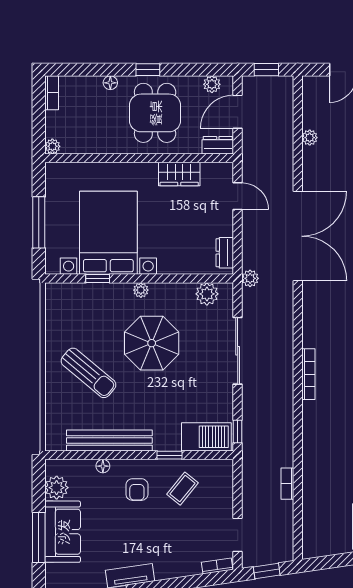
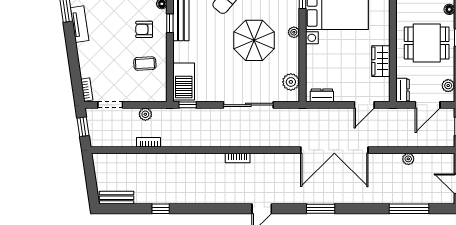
door: (238, 112) -> (428, 105), swing flipped
plant: (250, 278) -> (145, 114), moved
bookcase: (308, 374) -> (238, 158), width x0.64
window: (170, 455) -> (170, 23), moved
coffee table: (182, 489) -> (145, 64), turned -42

